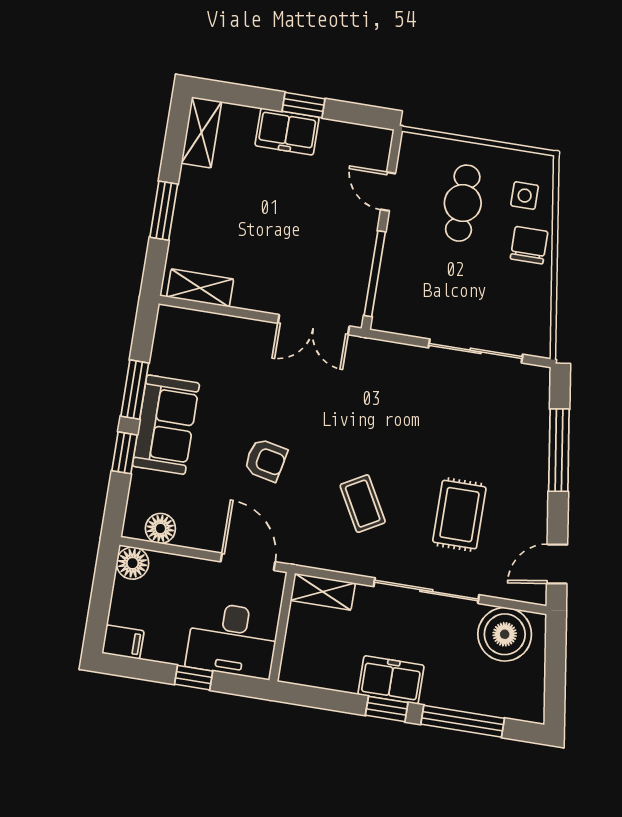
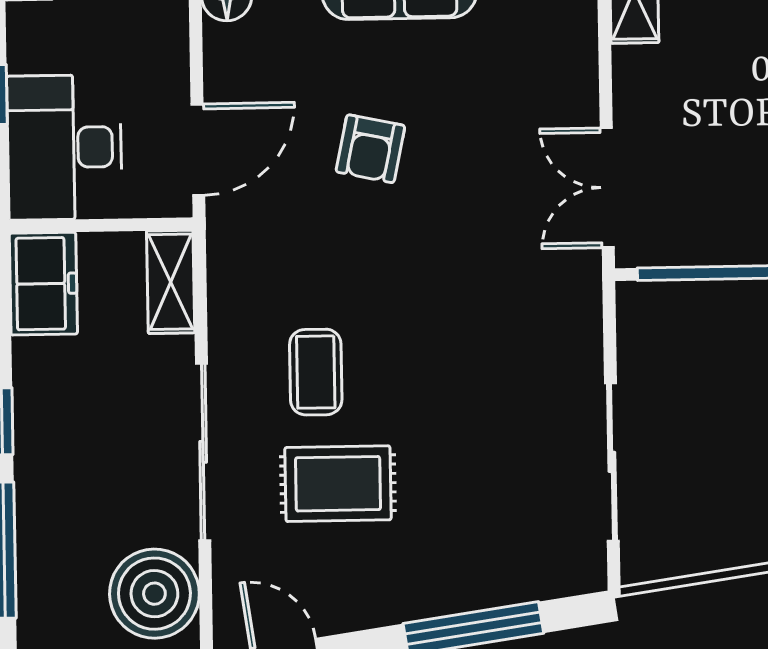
coffee table: (363, 504) -> (316, 372), moved, turned -61
freezer: (391, 680) -> (43, 284), moved

